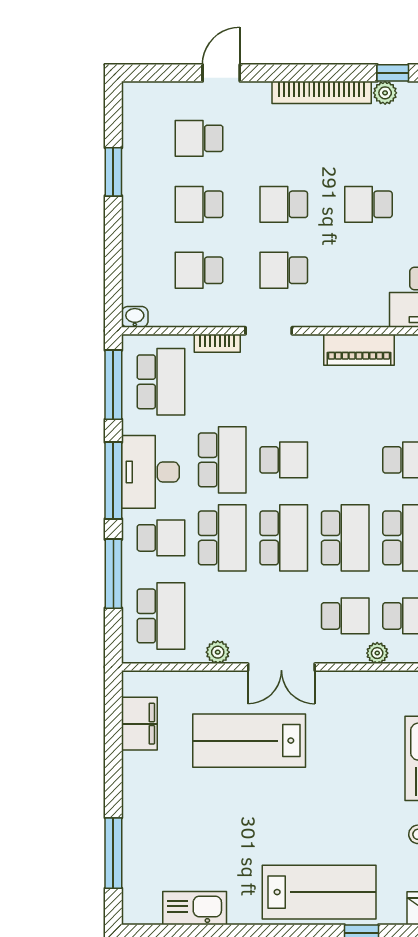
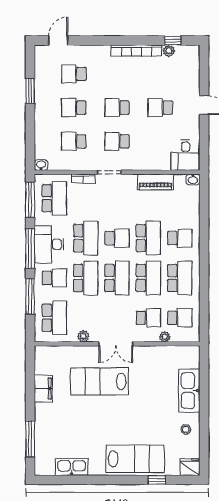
door: (221, 73) -> (58, 41), moved
school desk: (345, 460) -> (148, 238), added
filing cabinet: (139, 724) -> (43, 388), moved

